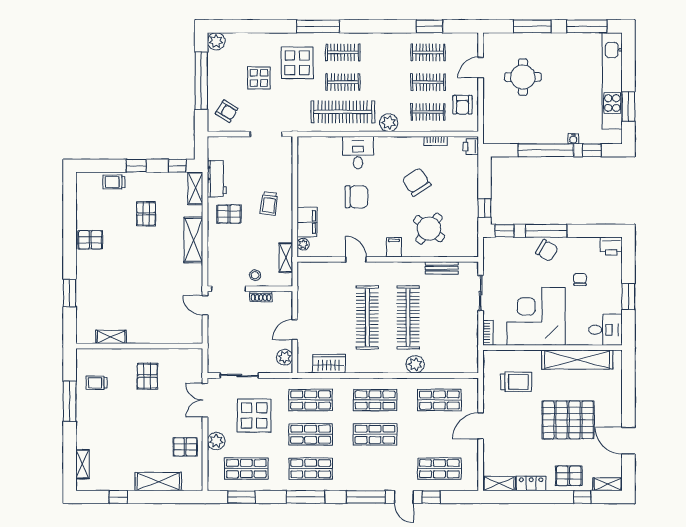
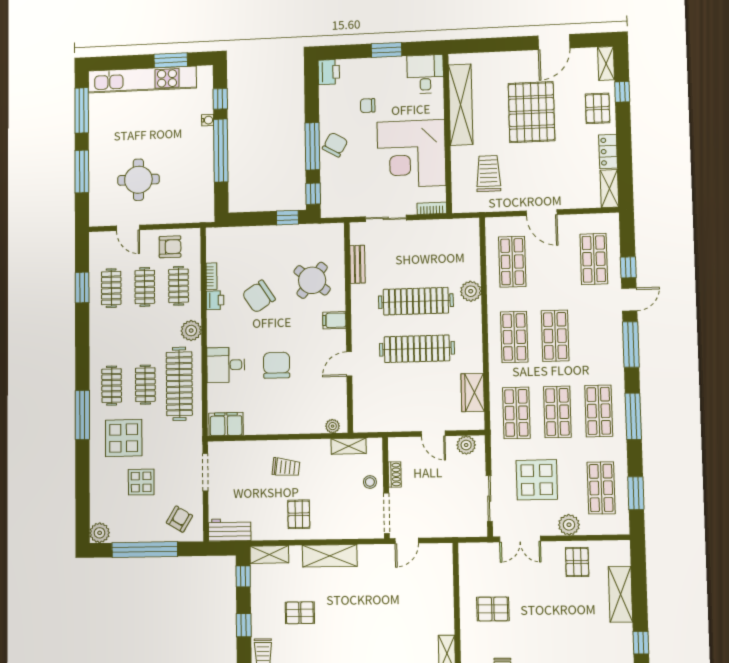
printer: (471, 147) -> (215, 300), moved, turned -90
workbench: (217, 179) -> (230, 530), moved
filing cabinet: (307, 222) -> (226, 424), moved

